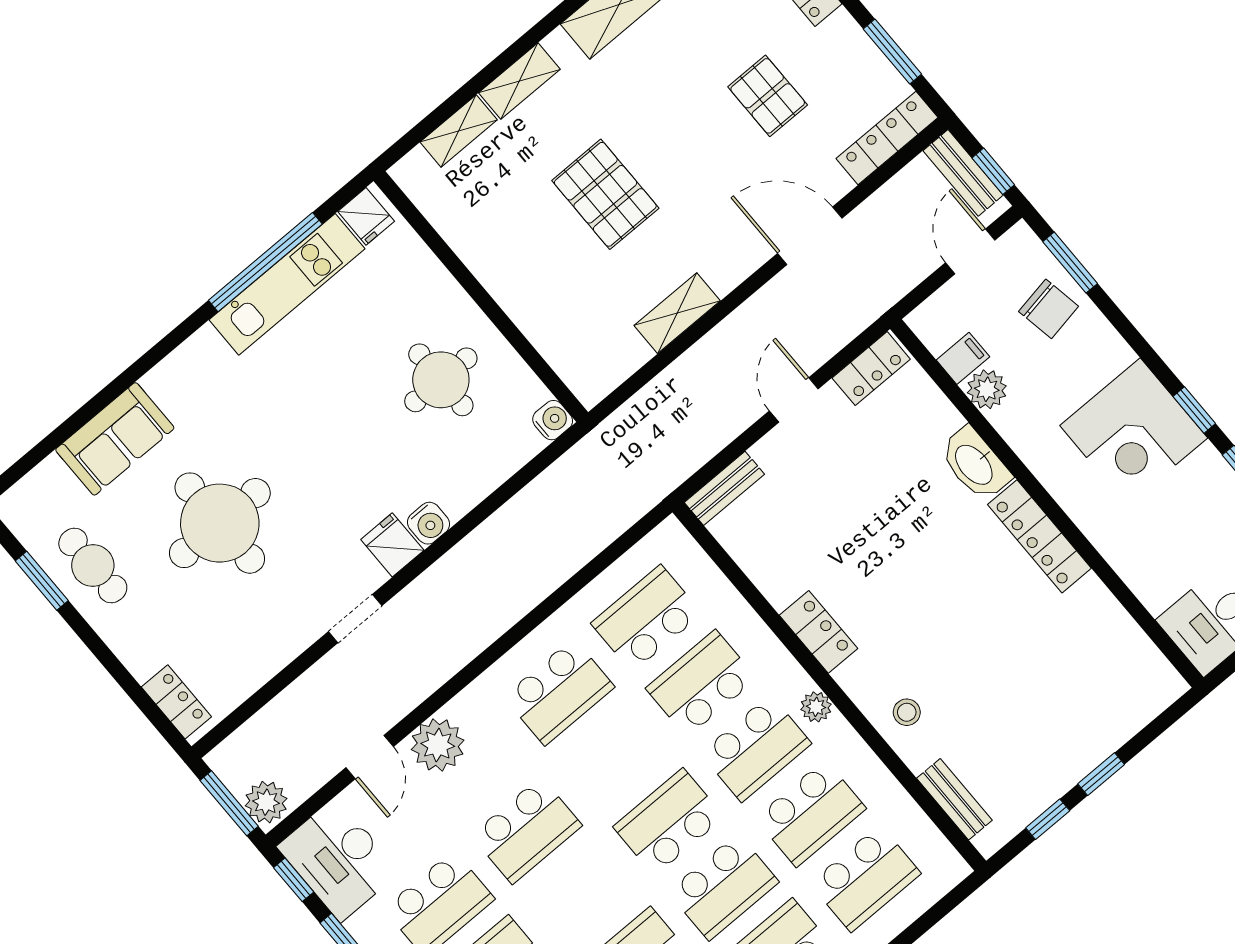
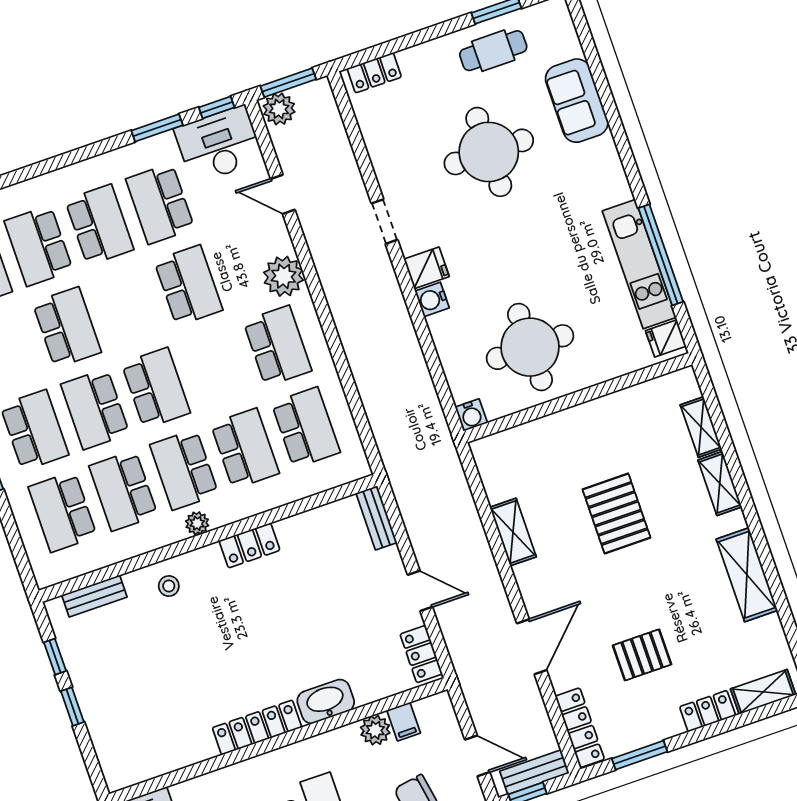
pallet: (605, 194) -> (616, 513), turned 90
round table: (441, 380) -> (530, 347), width x1.36, depth x1.36
school desk: (559, 692) -> (277, 346), turned 180
plant: (438, 745) -> (283, 276), moved
school desk: (527, 830) -> (188, 285), turned 180

